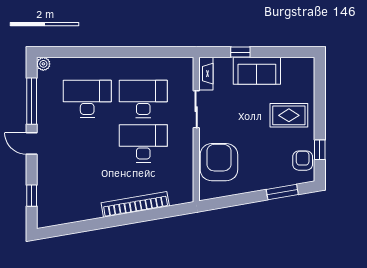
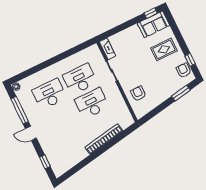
window: (240, 52) -> (151, 13), moved
sofa: (257, 71) -> (153, 24), moved
armchair: (219, 162) -> (138, 94), width x0.53, depth x0.53

